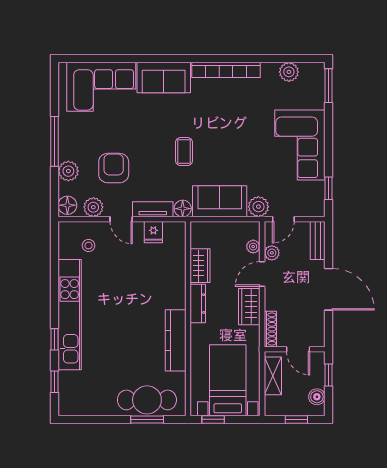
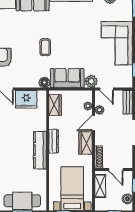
tv unit: (153, 209) -> (26, 83), removed
door: (283, 219) -> (107, 89), hinge flipped
fridge: (153, 232) -> (26, 99), width x1.88, depth x1.34
wardrobe: (200, 266) -> (55, 105), moved
kitchen counter: (176, 340) -> (40, 150), moved

